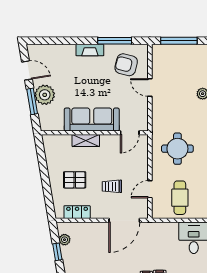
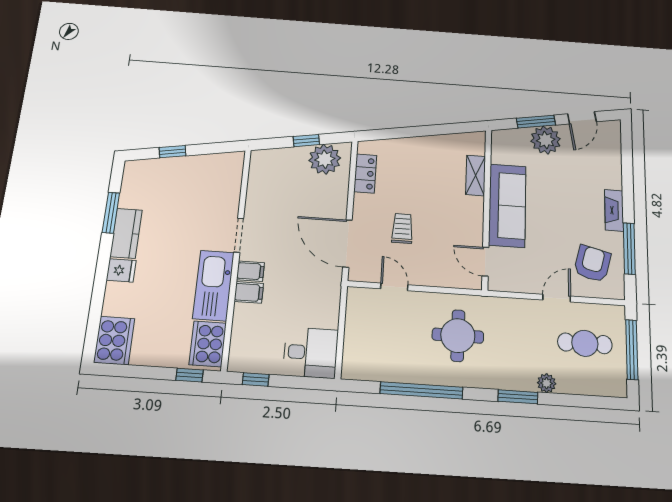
shelving: (86, 141) -> (476, 175), moved
pallet: (75, 180) -> (415, 174), removed
cafe table: (180, 198) -> (585, 343), moved
plant: (65, 240) -> (325, 159), width x1.87, depth x1.87

